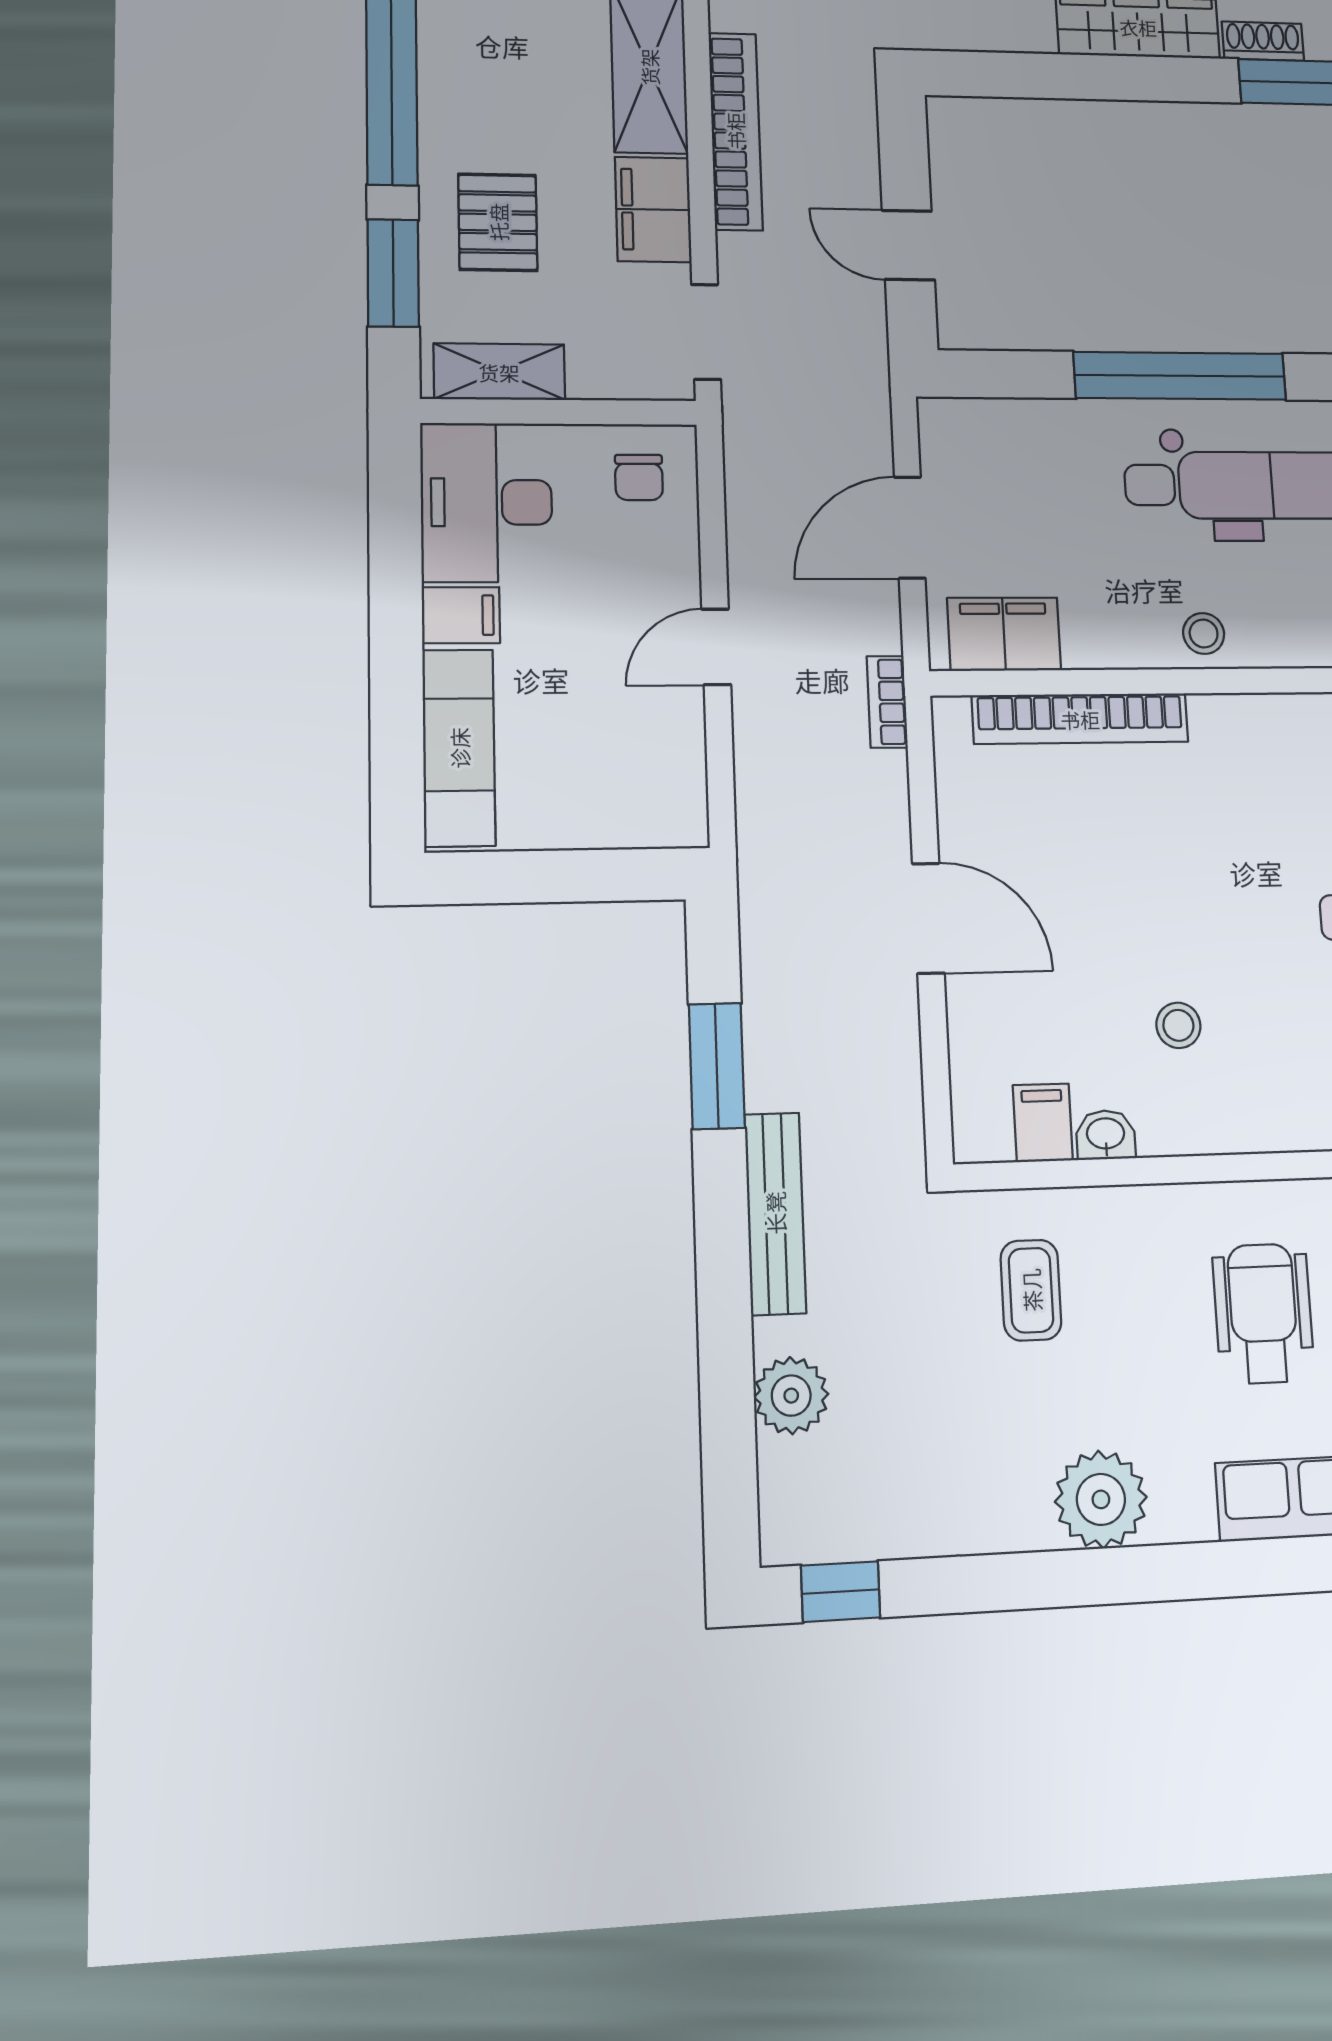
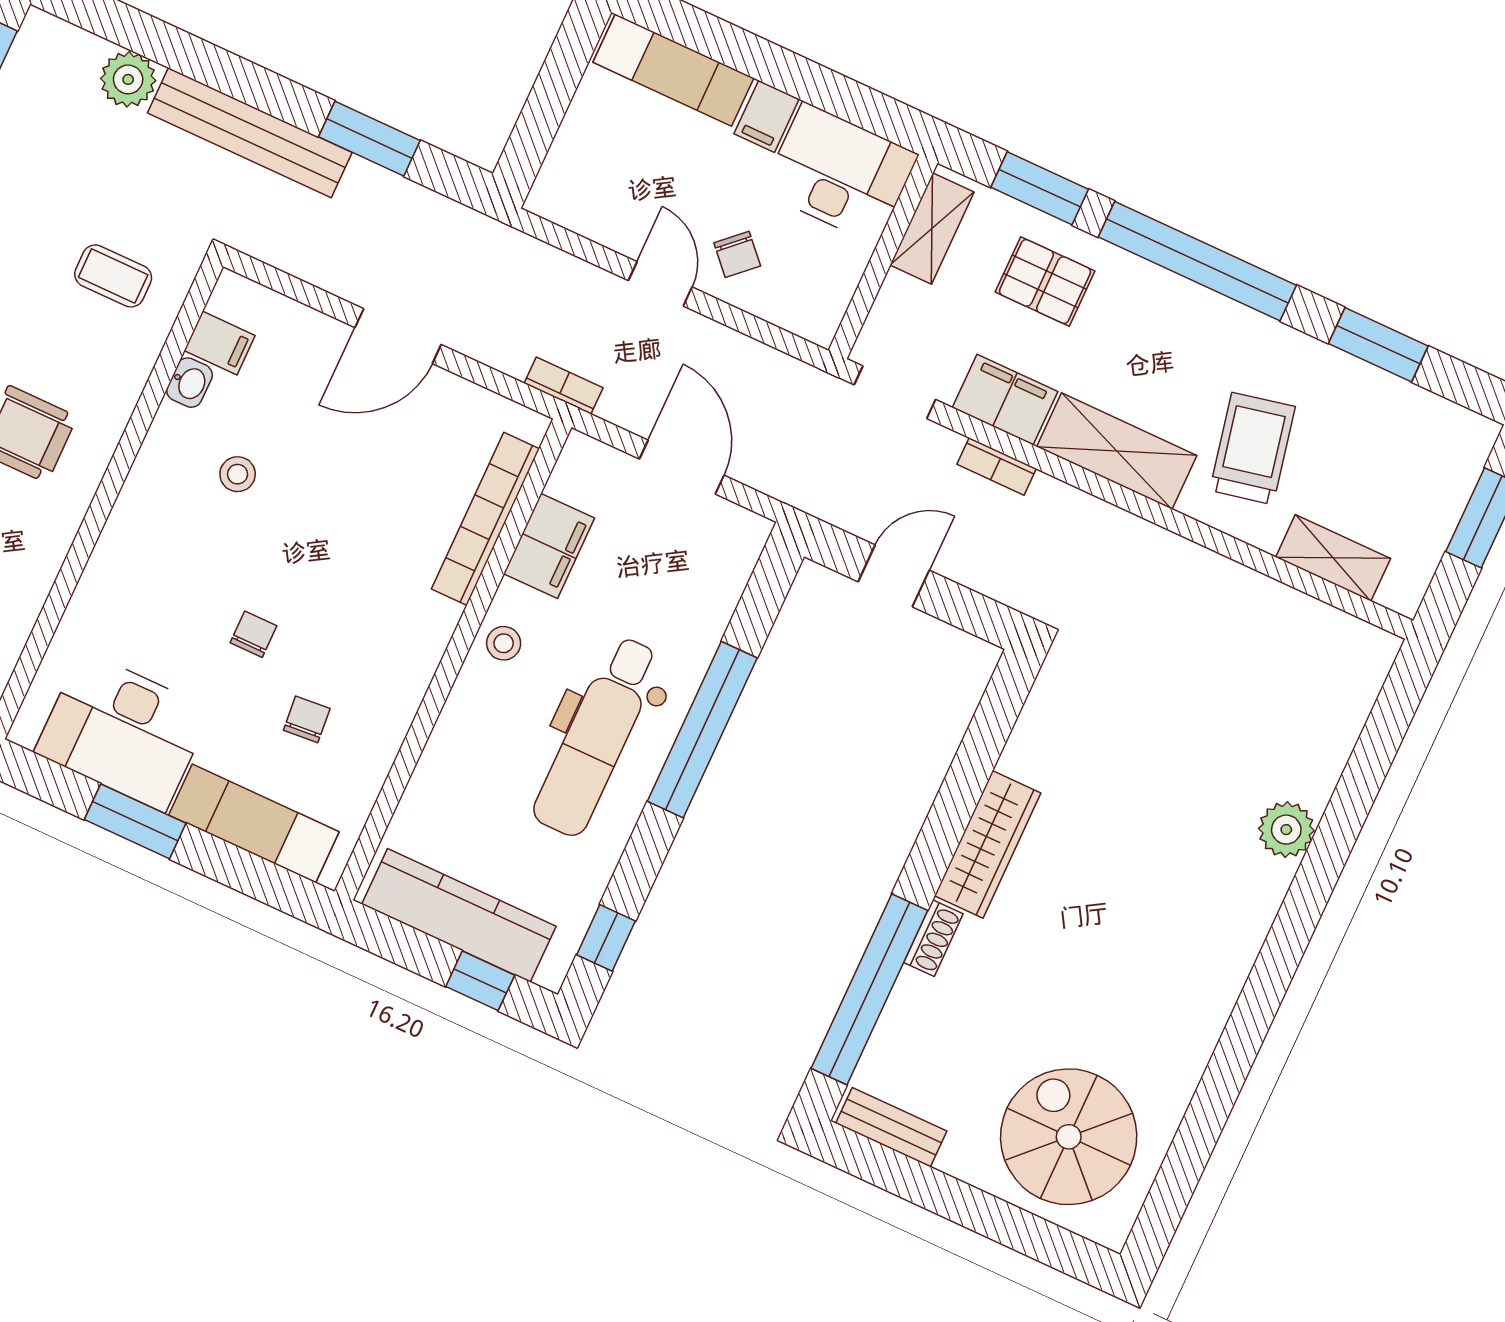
bookcase: (735, 131) -> (997, 466), width x0.43, depth x0.76
chair: (639, 477) -> (737, 254), moved, turned -133
filing cabinet: (1004, 634) -> (549, 546), moved
bench: (775, 1213) -> (250, 133), width x1.37, depth x1.21

